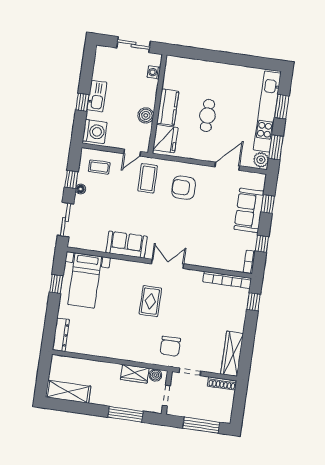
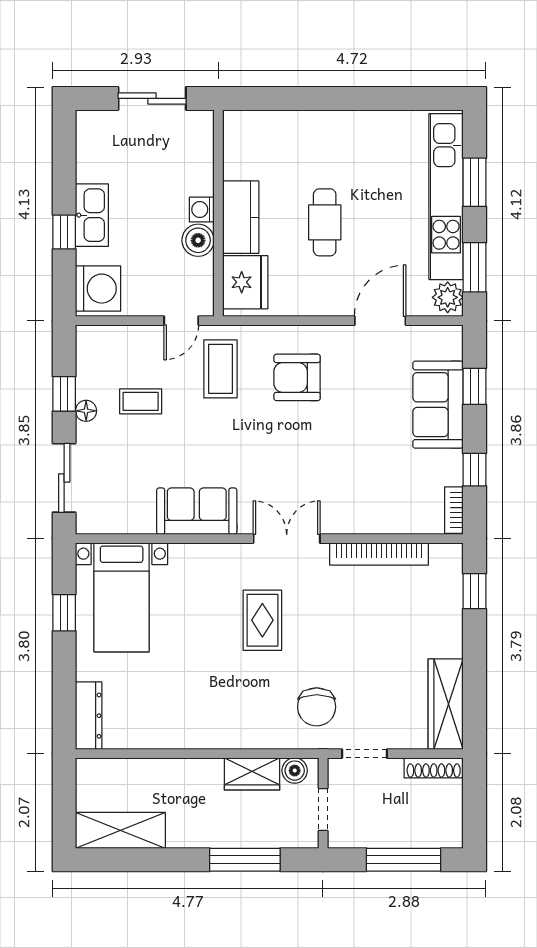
washing machine: (154, 72) -> (202, 210), moved
coffee table: (99, 167) -> (141, 401), moved
bookcase: (227, 280) -> (379, 554), moved

